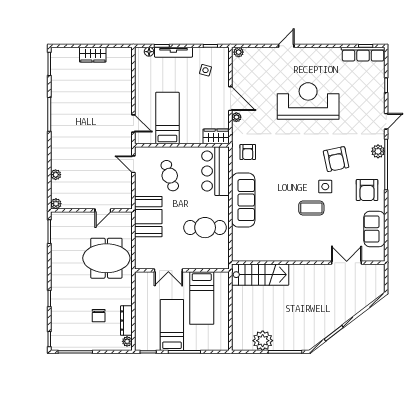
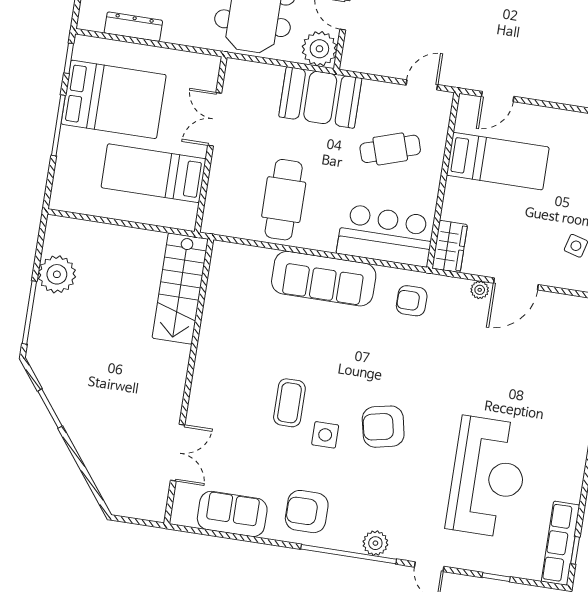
reception desk: (308, 101) -> (488, 477), moved
armchair: (336, 159) -> (383, 427), moved
bed: (172, 325) -> (114, 99), width x1.50
plant: (127, 341) -> (319, 49), moved, width x1.87, depth x1.87

